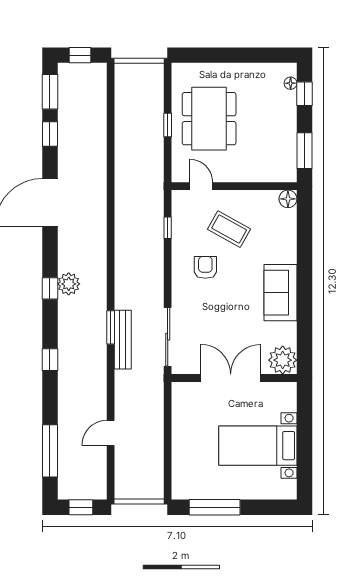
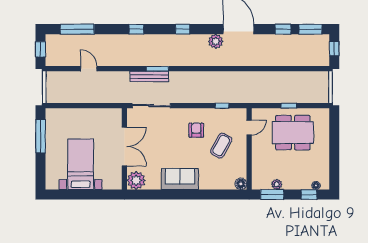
plant: (289, 144) -> (277, 184), added
armchair: (205, 267) -> (196, 130), turned -90
plant: (69, 284) -> (216, 41), moved

